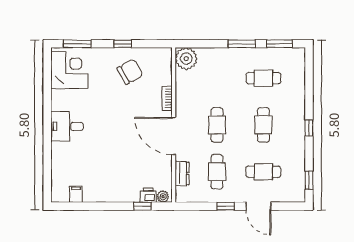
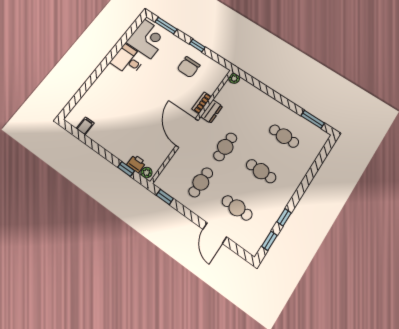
window: (242, 44) -> (284, 101), removed
plant: (186, 59) -> (234, 79), width x0.53, depth x0.53
chair: (130, 72) -> (189, 67), turned 119
cafe table: (263, 125) -> (261, 171), turned 90
desk: (67, 126) -> (128, 60), moved
window: (309, 128) -> (284, 217), moved
dresser: (182, 173) -> (212, 111), moved
window: (226, 206) -> (165, 197), moved

